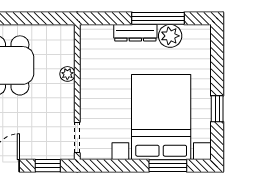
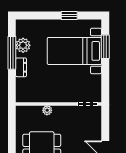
dresser: (135, 33) -> (21, 67), width x0.70
bed with nightstands: (161, 117) -> (74, 51), width x0.73
window: (48, 166) -> (105, 123), removed

